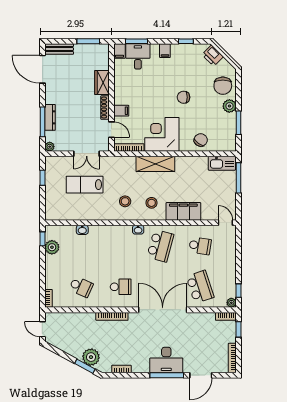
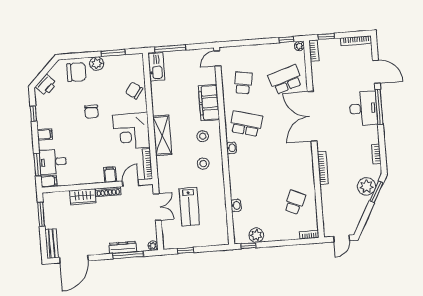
school desk: (121, 287) -> (292, 161), removed

